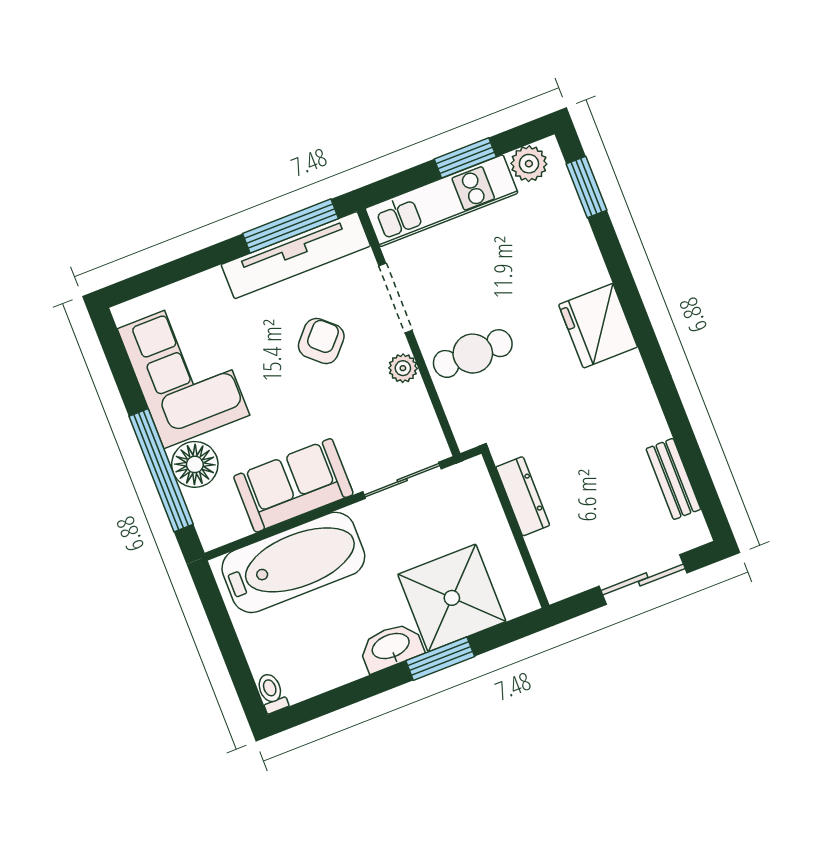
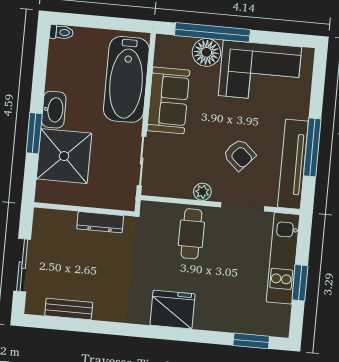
plant: (529, 164) -> (280, 316), removed
window: (290, 226) -> (312, 147), moved

